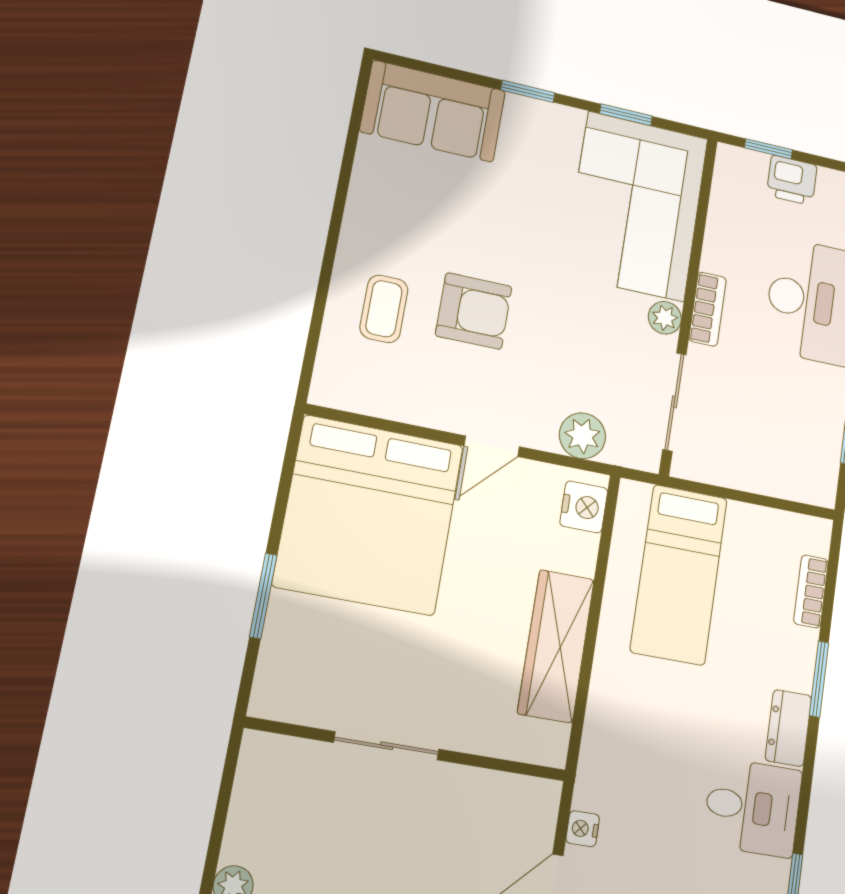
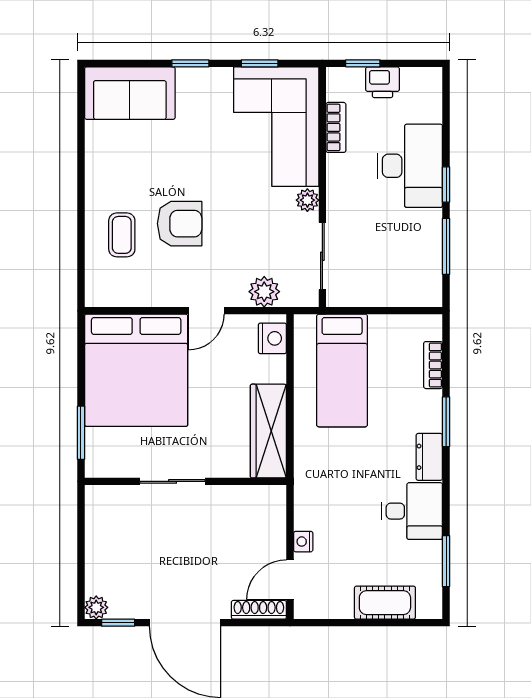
bookcase: (708, 309) -> (336, 127), moved
sliding door: (387, 746) -> (172, 481), moved
wall: (407, 749) -> (185, 481), moved

